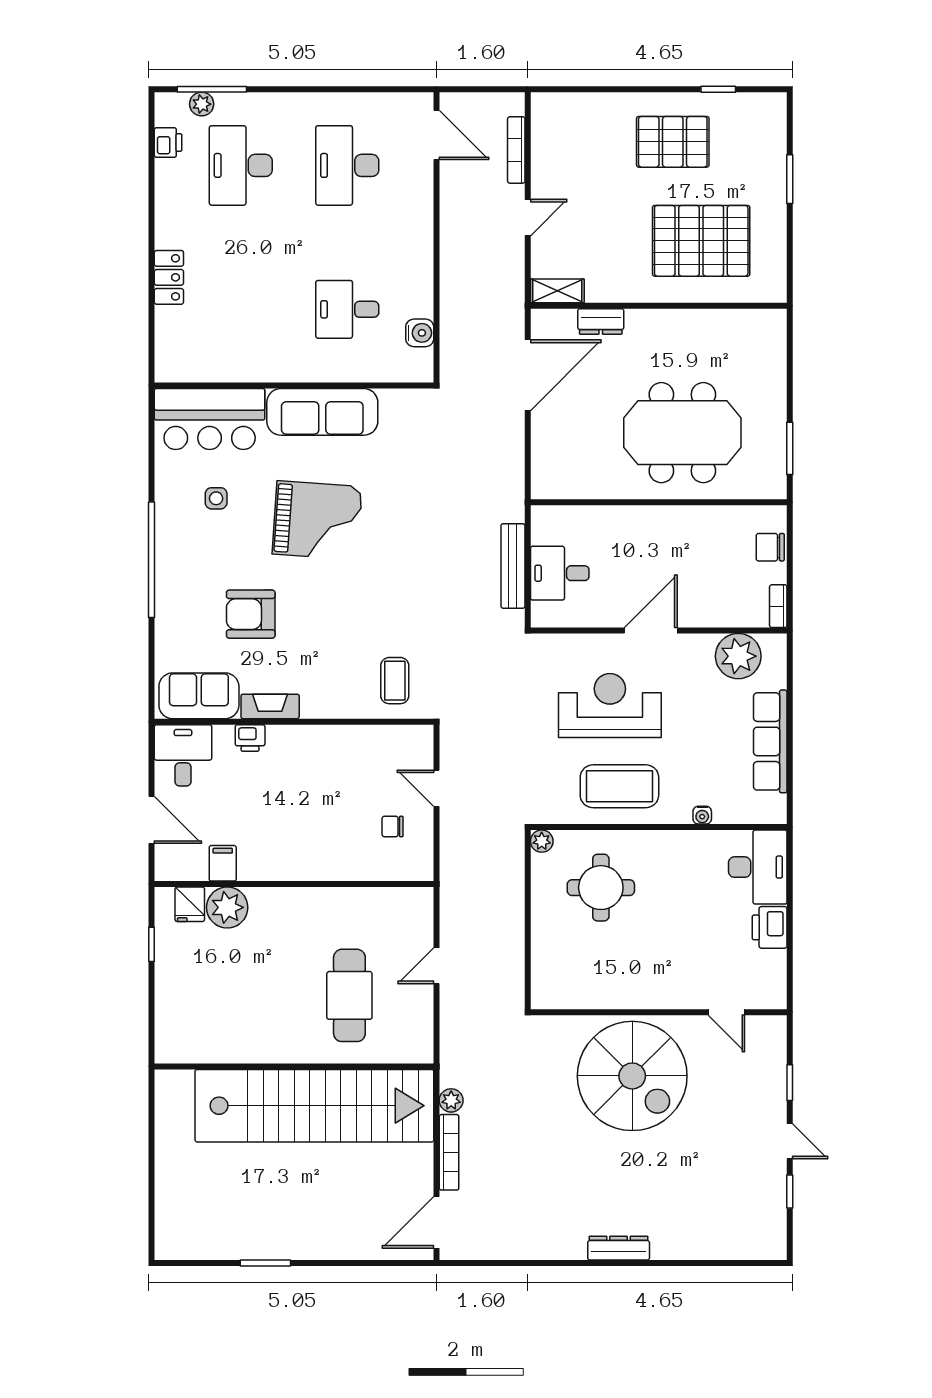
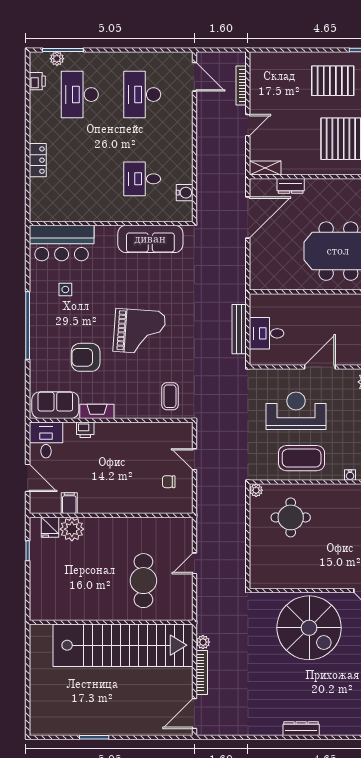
sofa: (322, 412) -> (150, 239), moved
grand piano: (317, 520) -> (139, 331), moved

